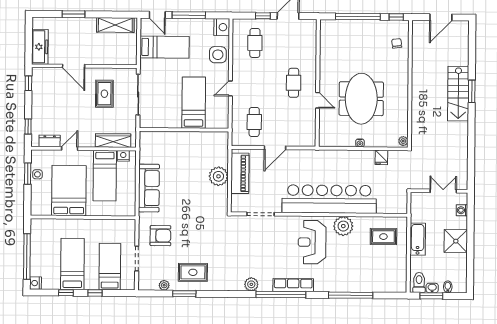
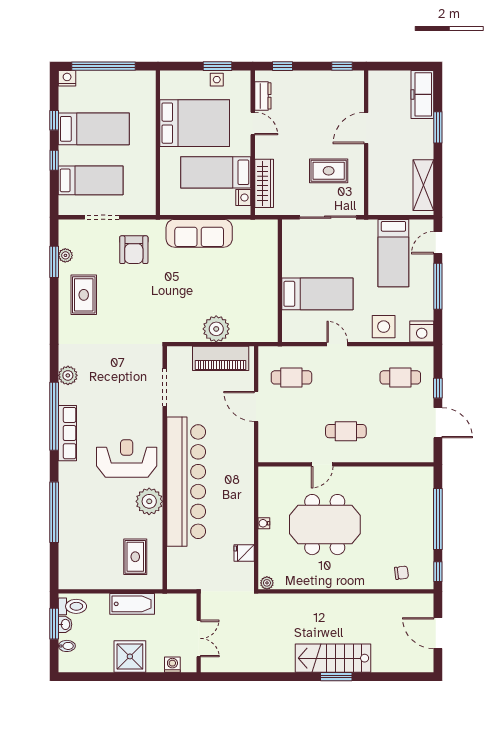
freezer: (40, 47) -> (422, 94), moved, turned 90
window: (184, 294) -> (54, 262), moved

